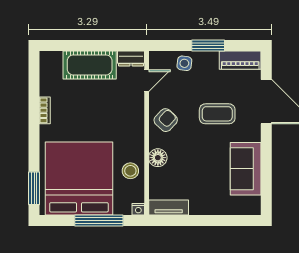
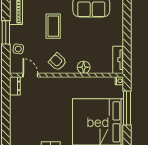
cot: (90, 65) -> (19, 114), removed
stool: (130, 171) -> (93, 86), removed

